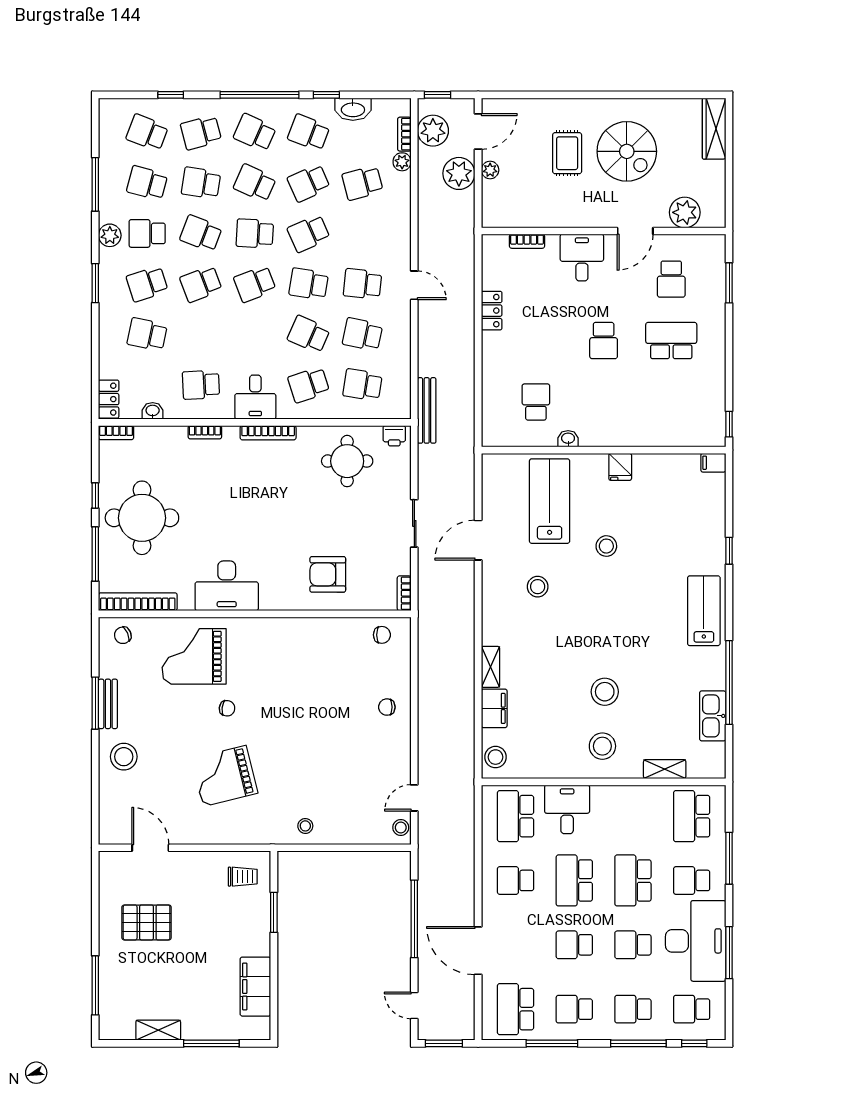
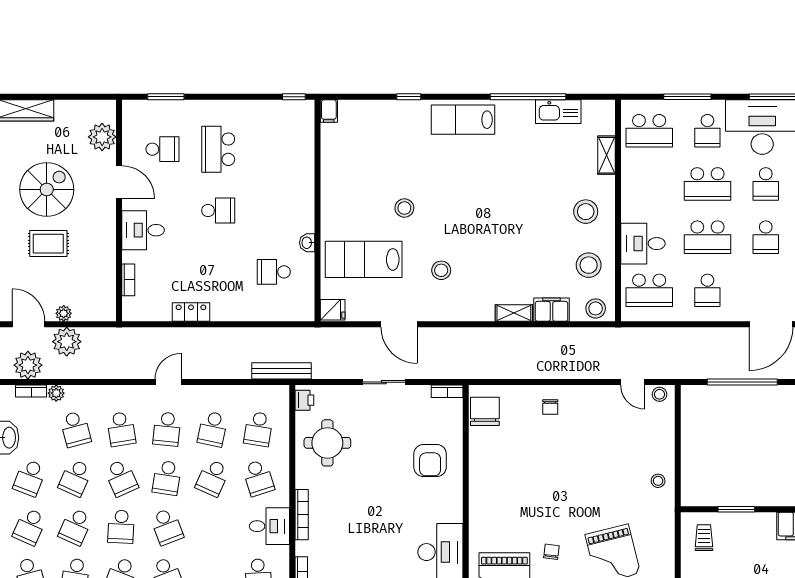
school desk: (309, 183) -> (75, 478), turned 48
school desk: (362, 233) -> (121, 429), added
fridge: (620, 467) -> (333, 310), moved
chair: (382, 635) -> (485, 411), width x1.87, depth x1.87
stool: (605, 692) -> (589, 265), moved

